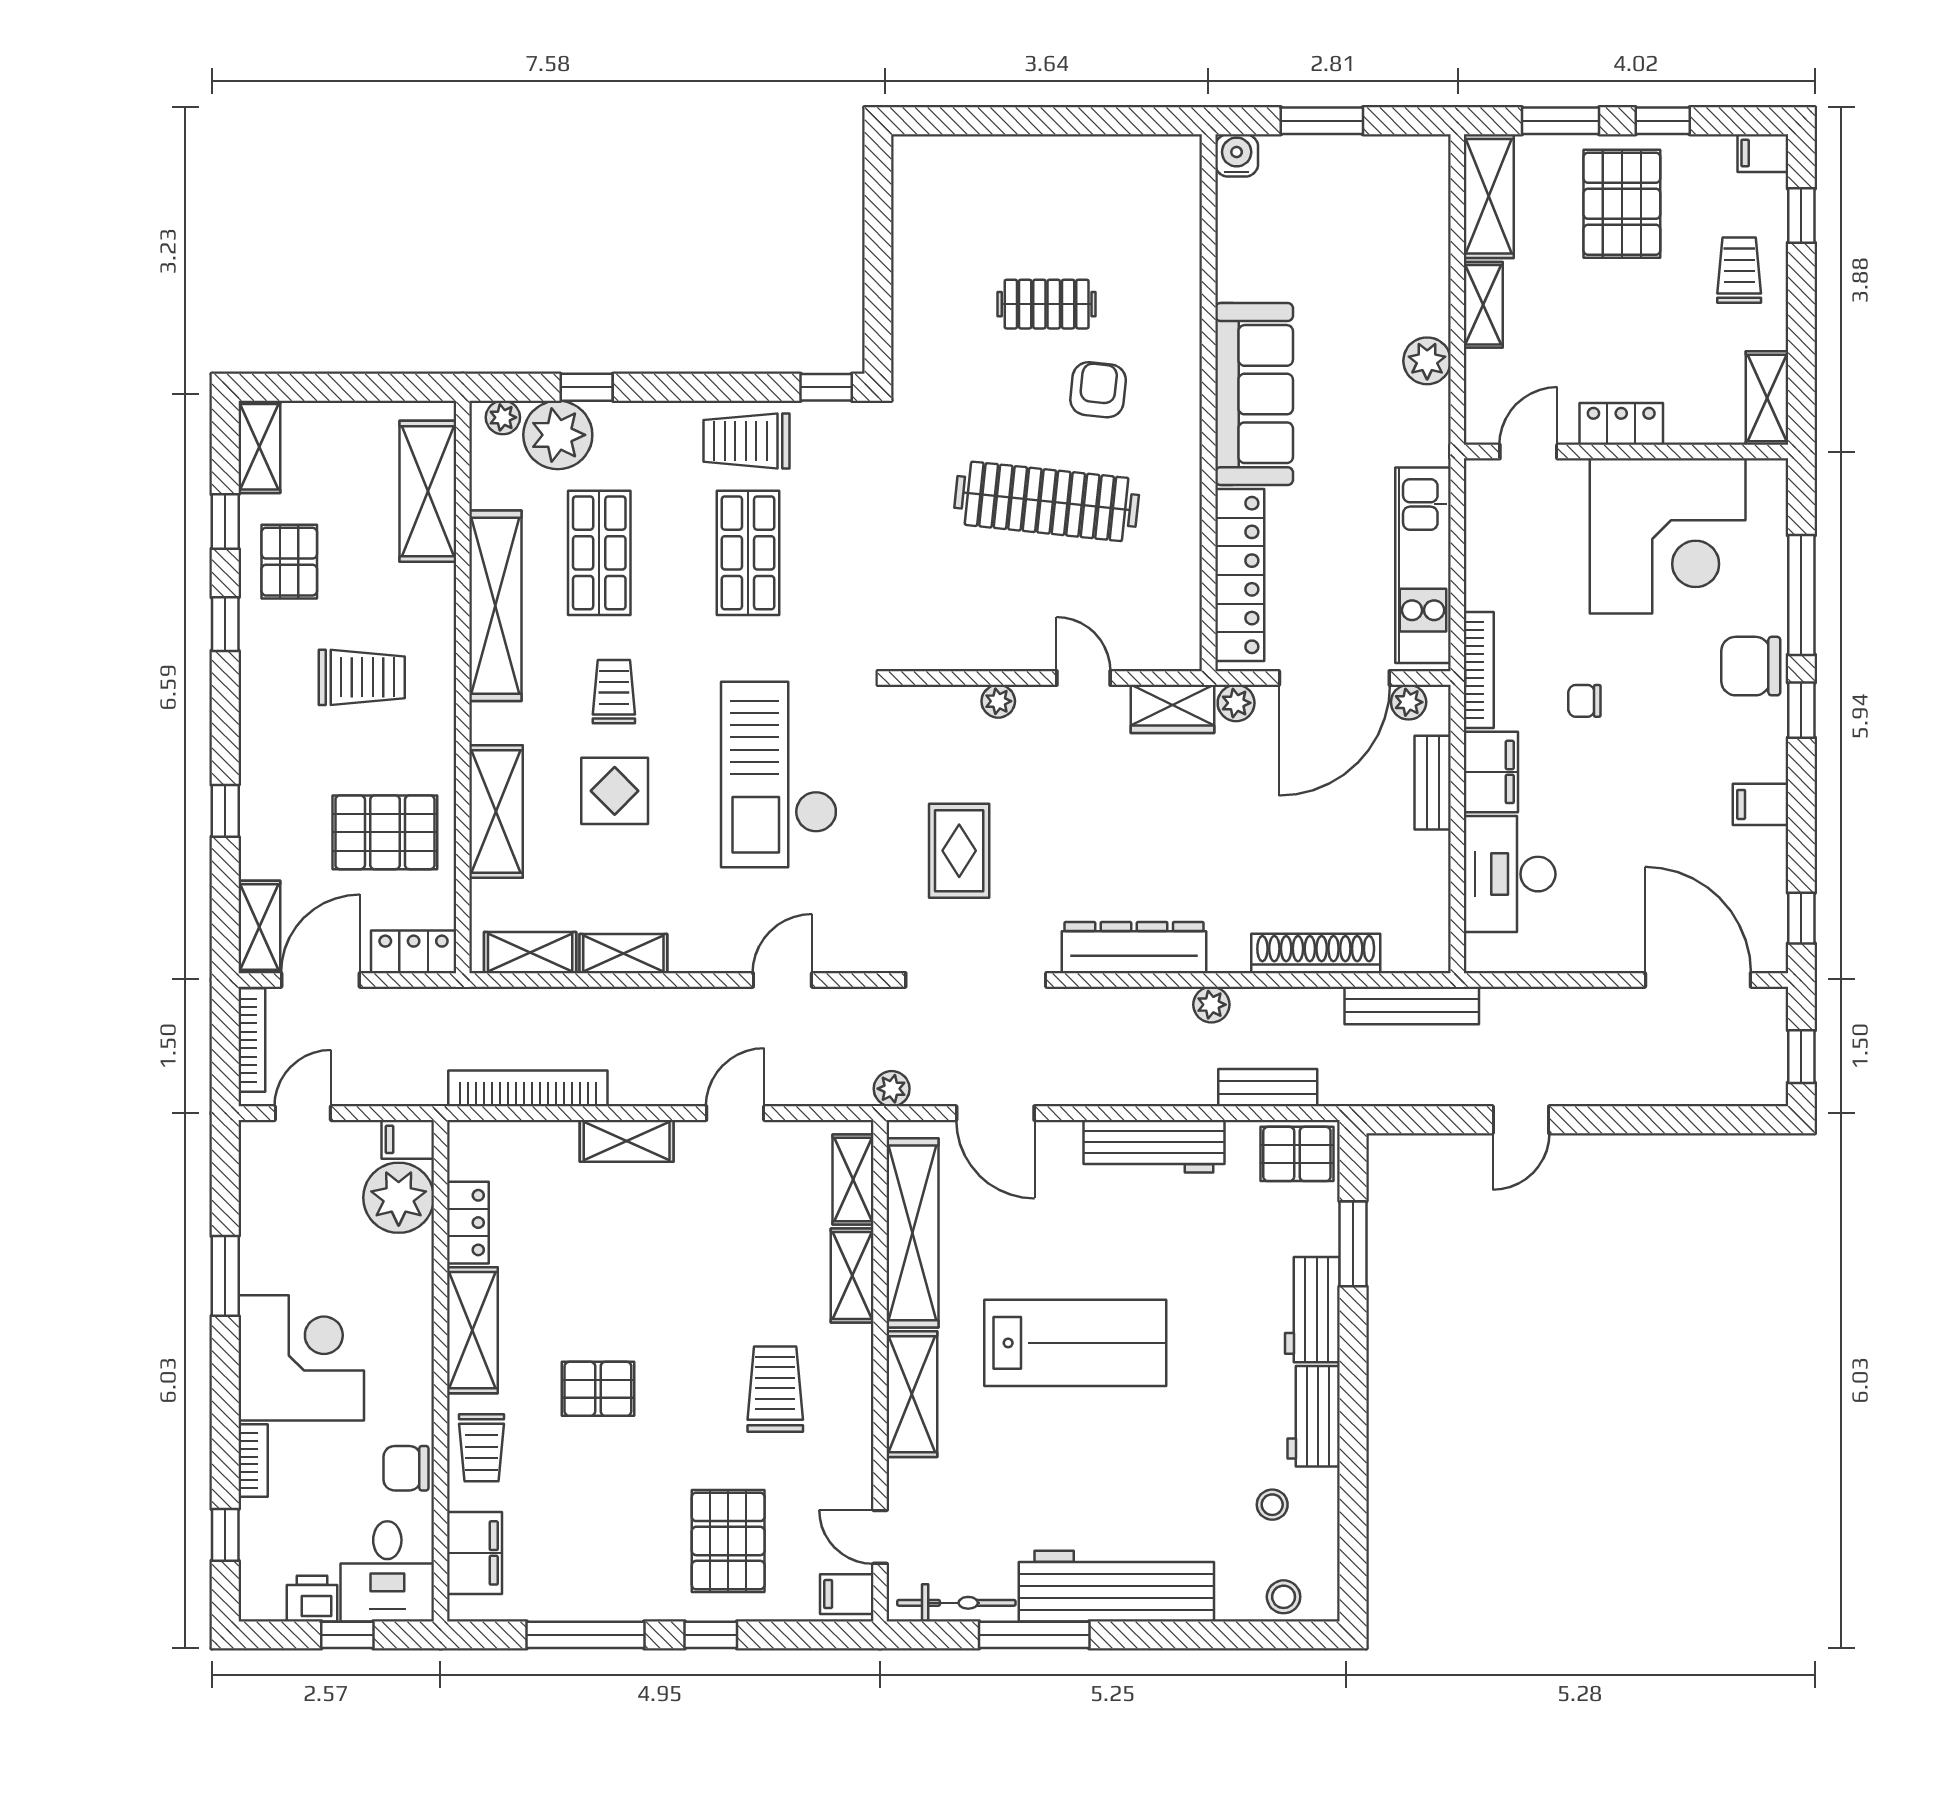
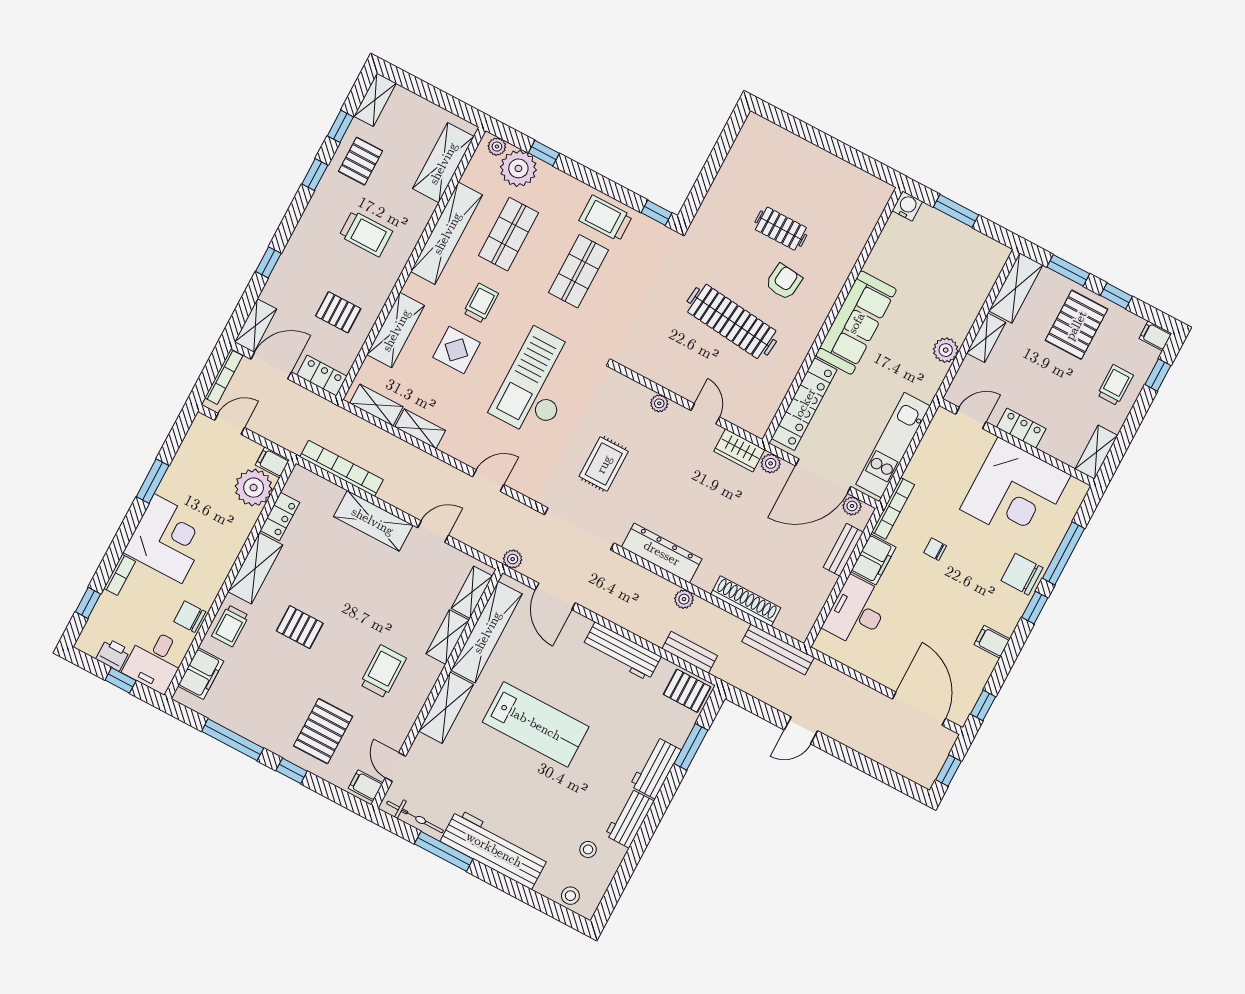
pallet: (385, 832) -> (338, 312), width x0.67, depth x0.71
shelving: (627, 1141) -> (373, 521), width x1.50, depth x1.33

